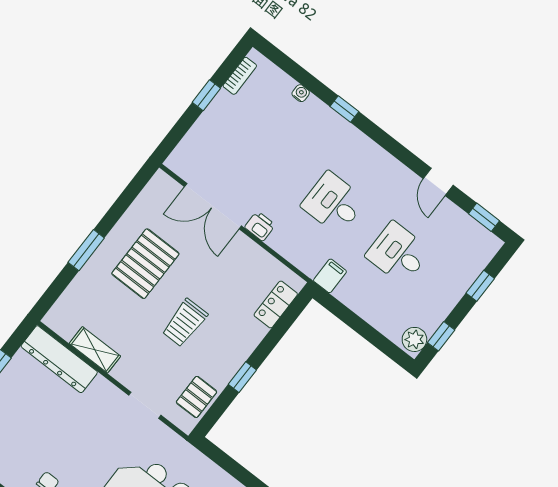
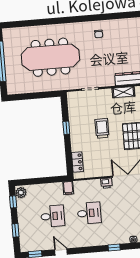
pallet: (197, 397) -> (76, 107), removed

